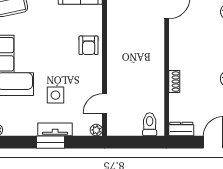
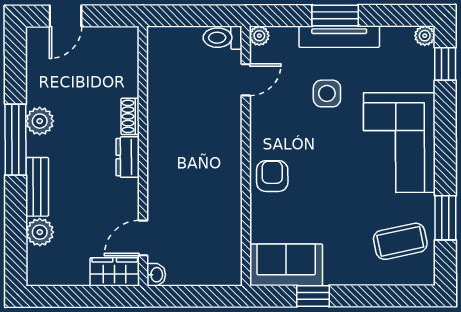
toilet: (150, 124) -> (223, 38), moved, turned 90
tv unit: (55, 129) -> (339, 37), width x1.41
dresser: (181, 129) -> (128, 157), moved, turned 90

